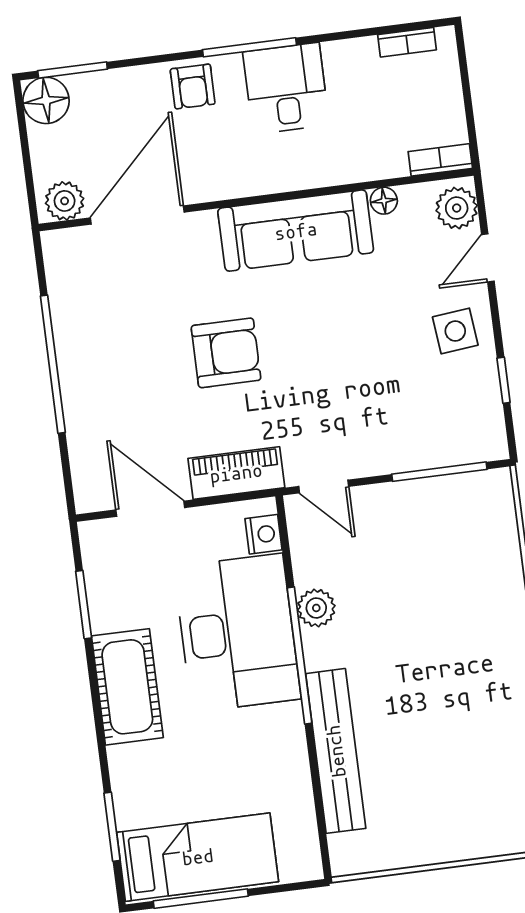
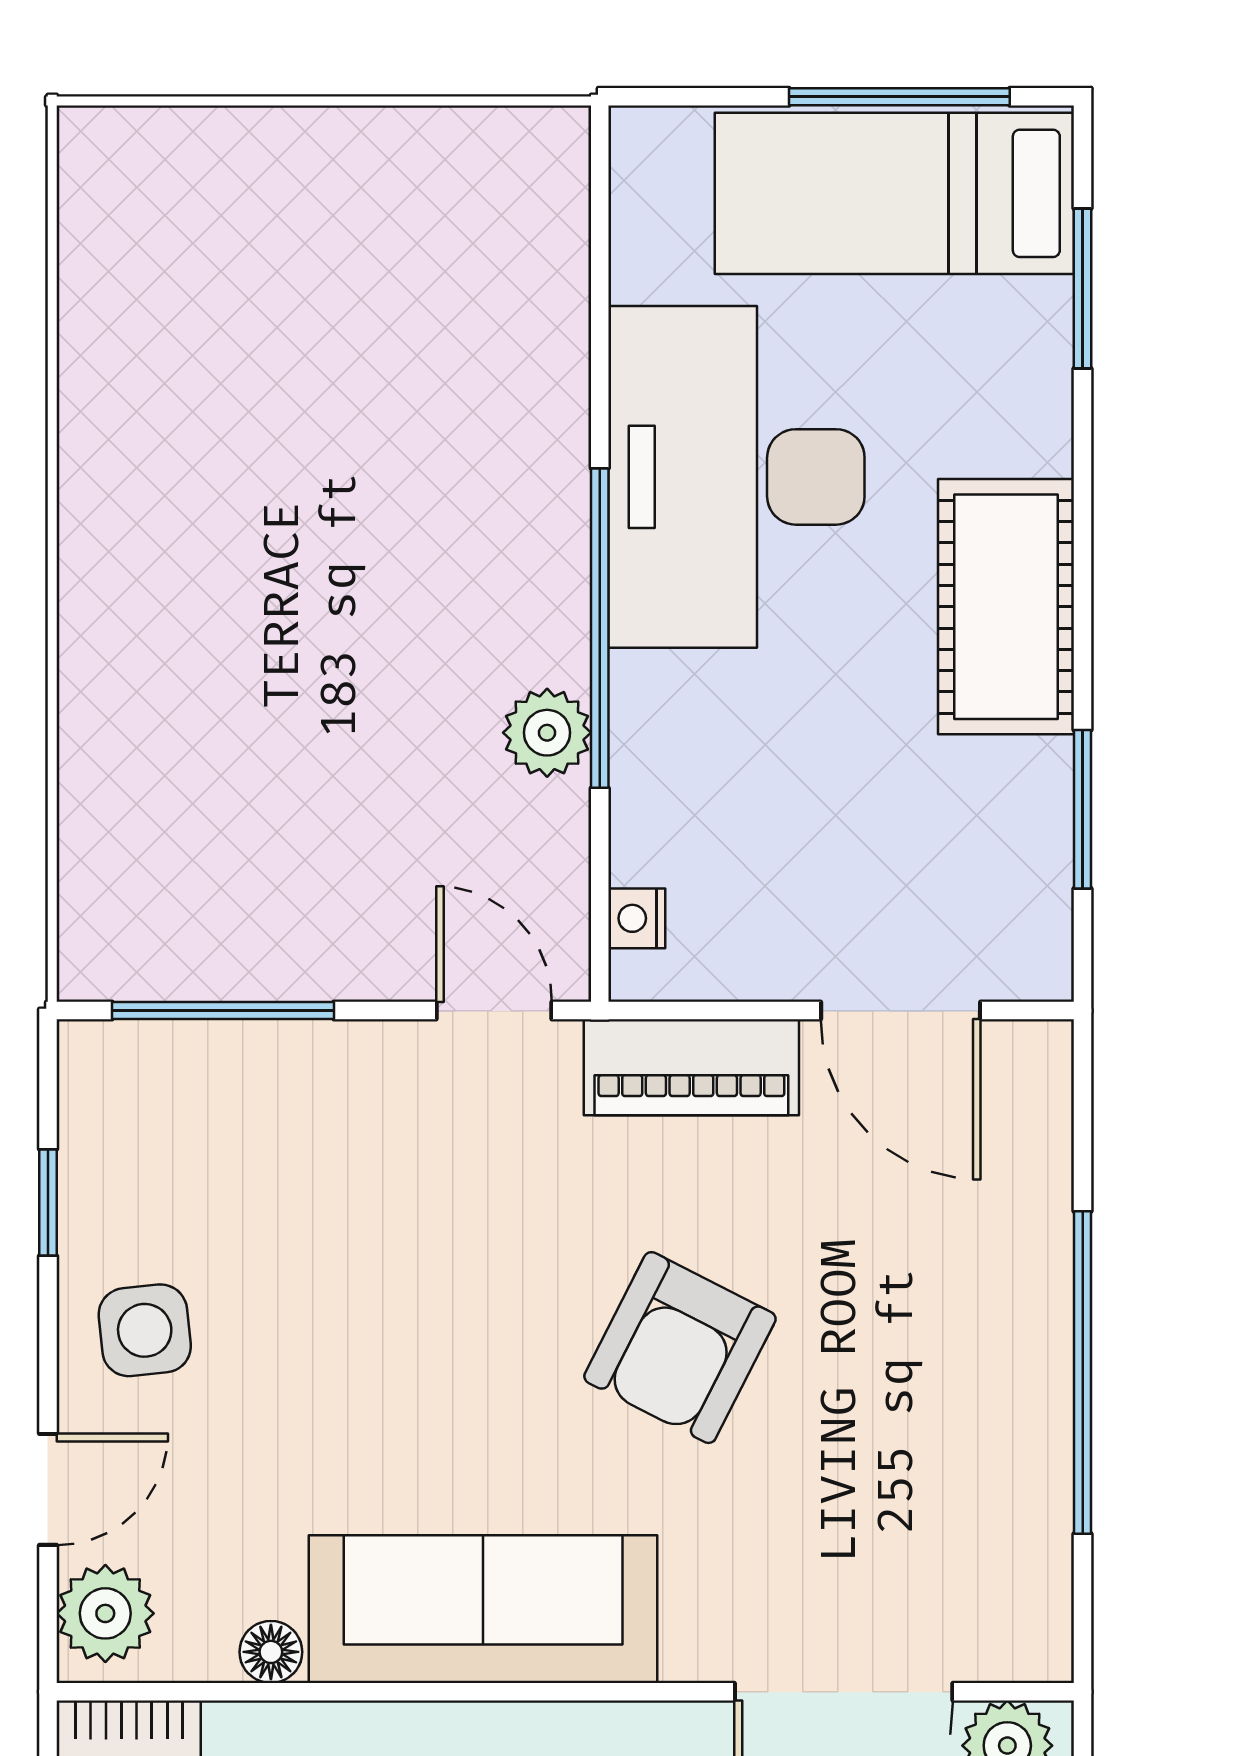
armchair: (226, 353) -> (680, 1348), turned -63
nightstand: (264, 534) -> (637, 918), width x0.72, depth x0.74
desk: (237, 633) -> (736, 477), moved
bench: (336, 751) -> (545, 397), removed

